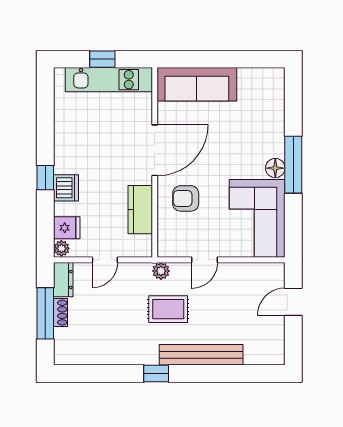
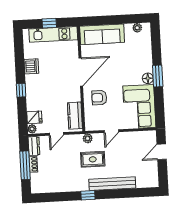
plant: (261, 76) -> (137, 28), added
window: (293, 165) -> (158, 76), width x0.69
dishwasher: (66, 188) -> (31, 66), moved
kitchen counter: (140, 210) -> (75, 116), moved

